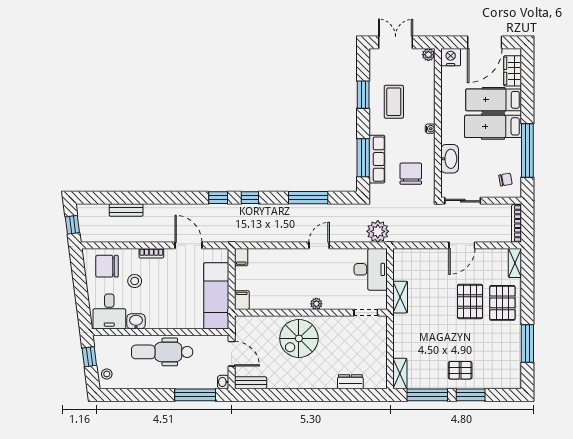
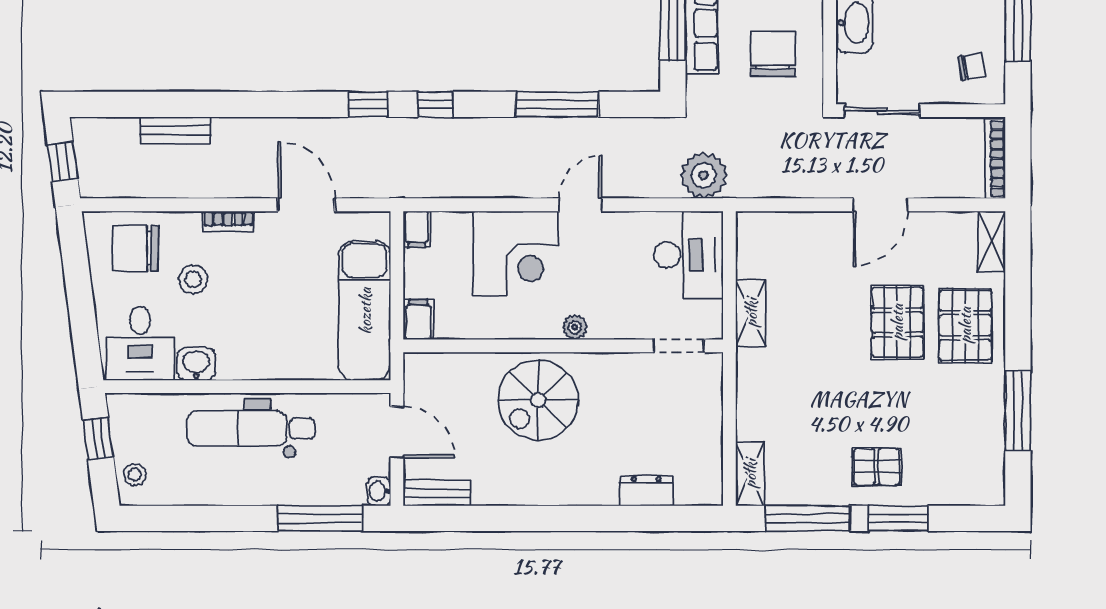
corner desk: (288, 269) -> (515, 253), added

